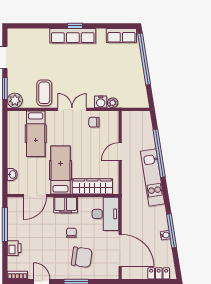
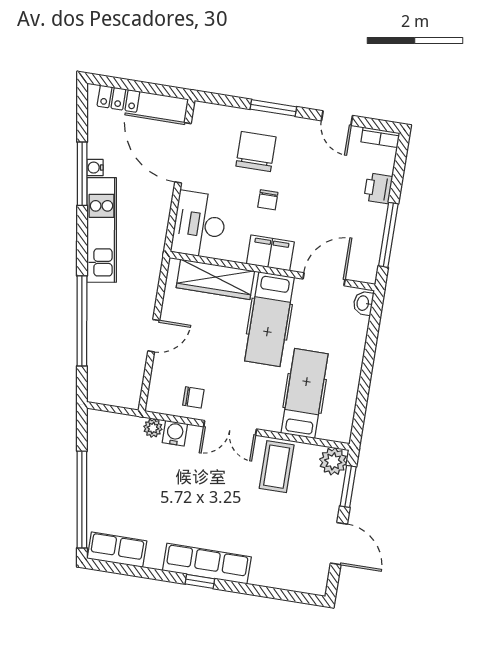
washbasin: (12, 175) -> (363, 303), moved
kitchen unit: (152, 177) -> (102, 230), moved
chair: (82, 257) -> (256, 152), turned 82

